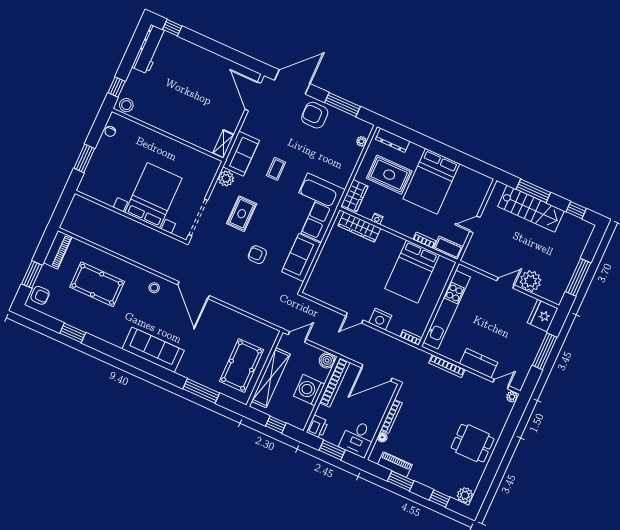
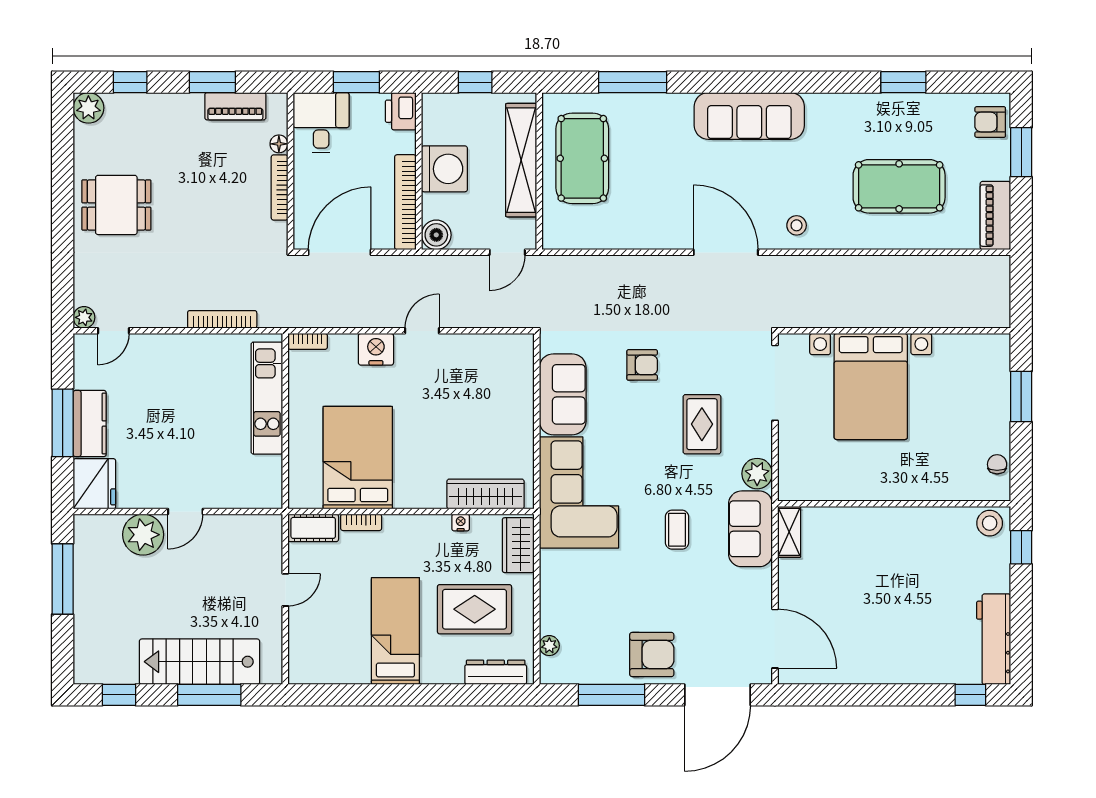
bed: (431, 181) -> (395, 631), width x0.67
kitchen unit: (447, 310) -> (267, 398), width x0.73
kitchen counter: (479, 363) -> (90, 424), moved, turned -90

